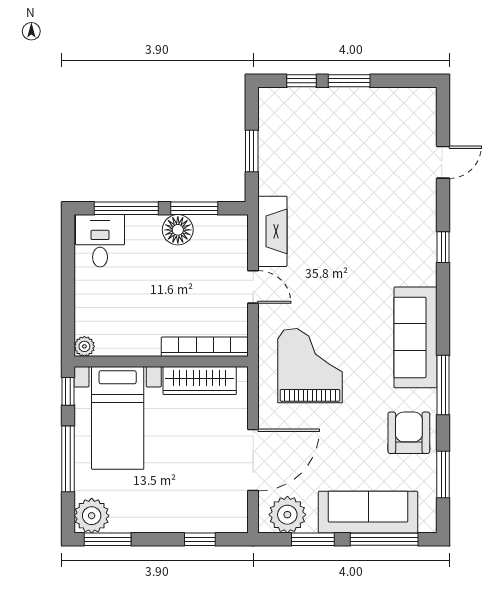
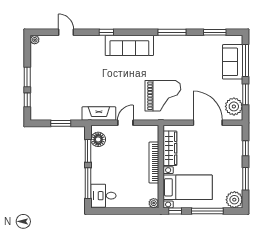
plant: (427, 96) -> (35, 40), added
floor lamp: (178, 230) -> (98, 139), moved
sofa: (415, 337) -> (129, 45), moved
bookcase: (205, 347) -> (154, 163), moved
grand piano: (310, 366) -> (163, 96), turned 180
armchair: (409, 433) -> (195, 49), removed
sofa: (368, 512) -> (233, 62), width x0.73
window: (108, 539) -> (246, 179), moved

